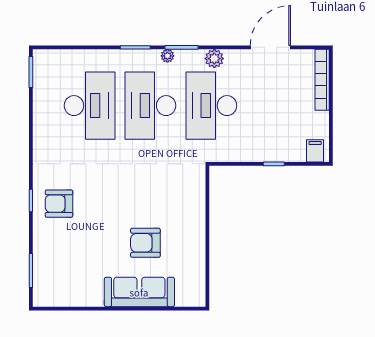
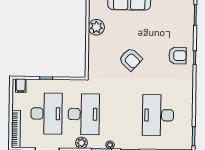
desk: (150, 106) -> (47, 114), moved
armchair: (145, 243) -> (131, 59), moved, turned 43
plant: (193, 248) -> (96, 27), added

